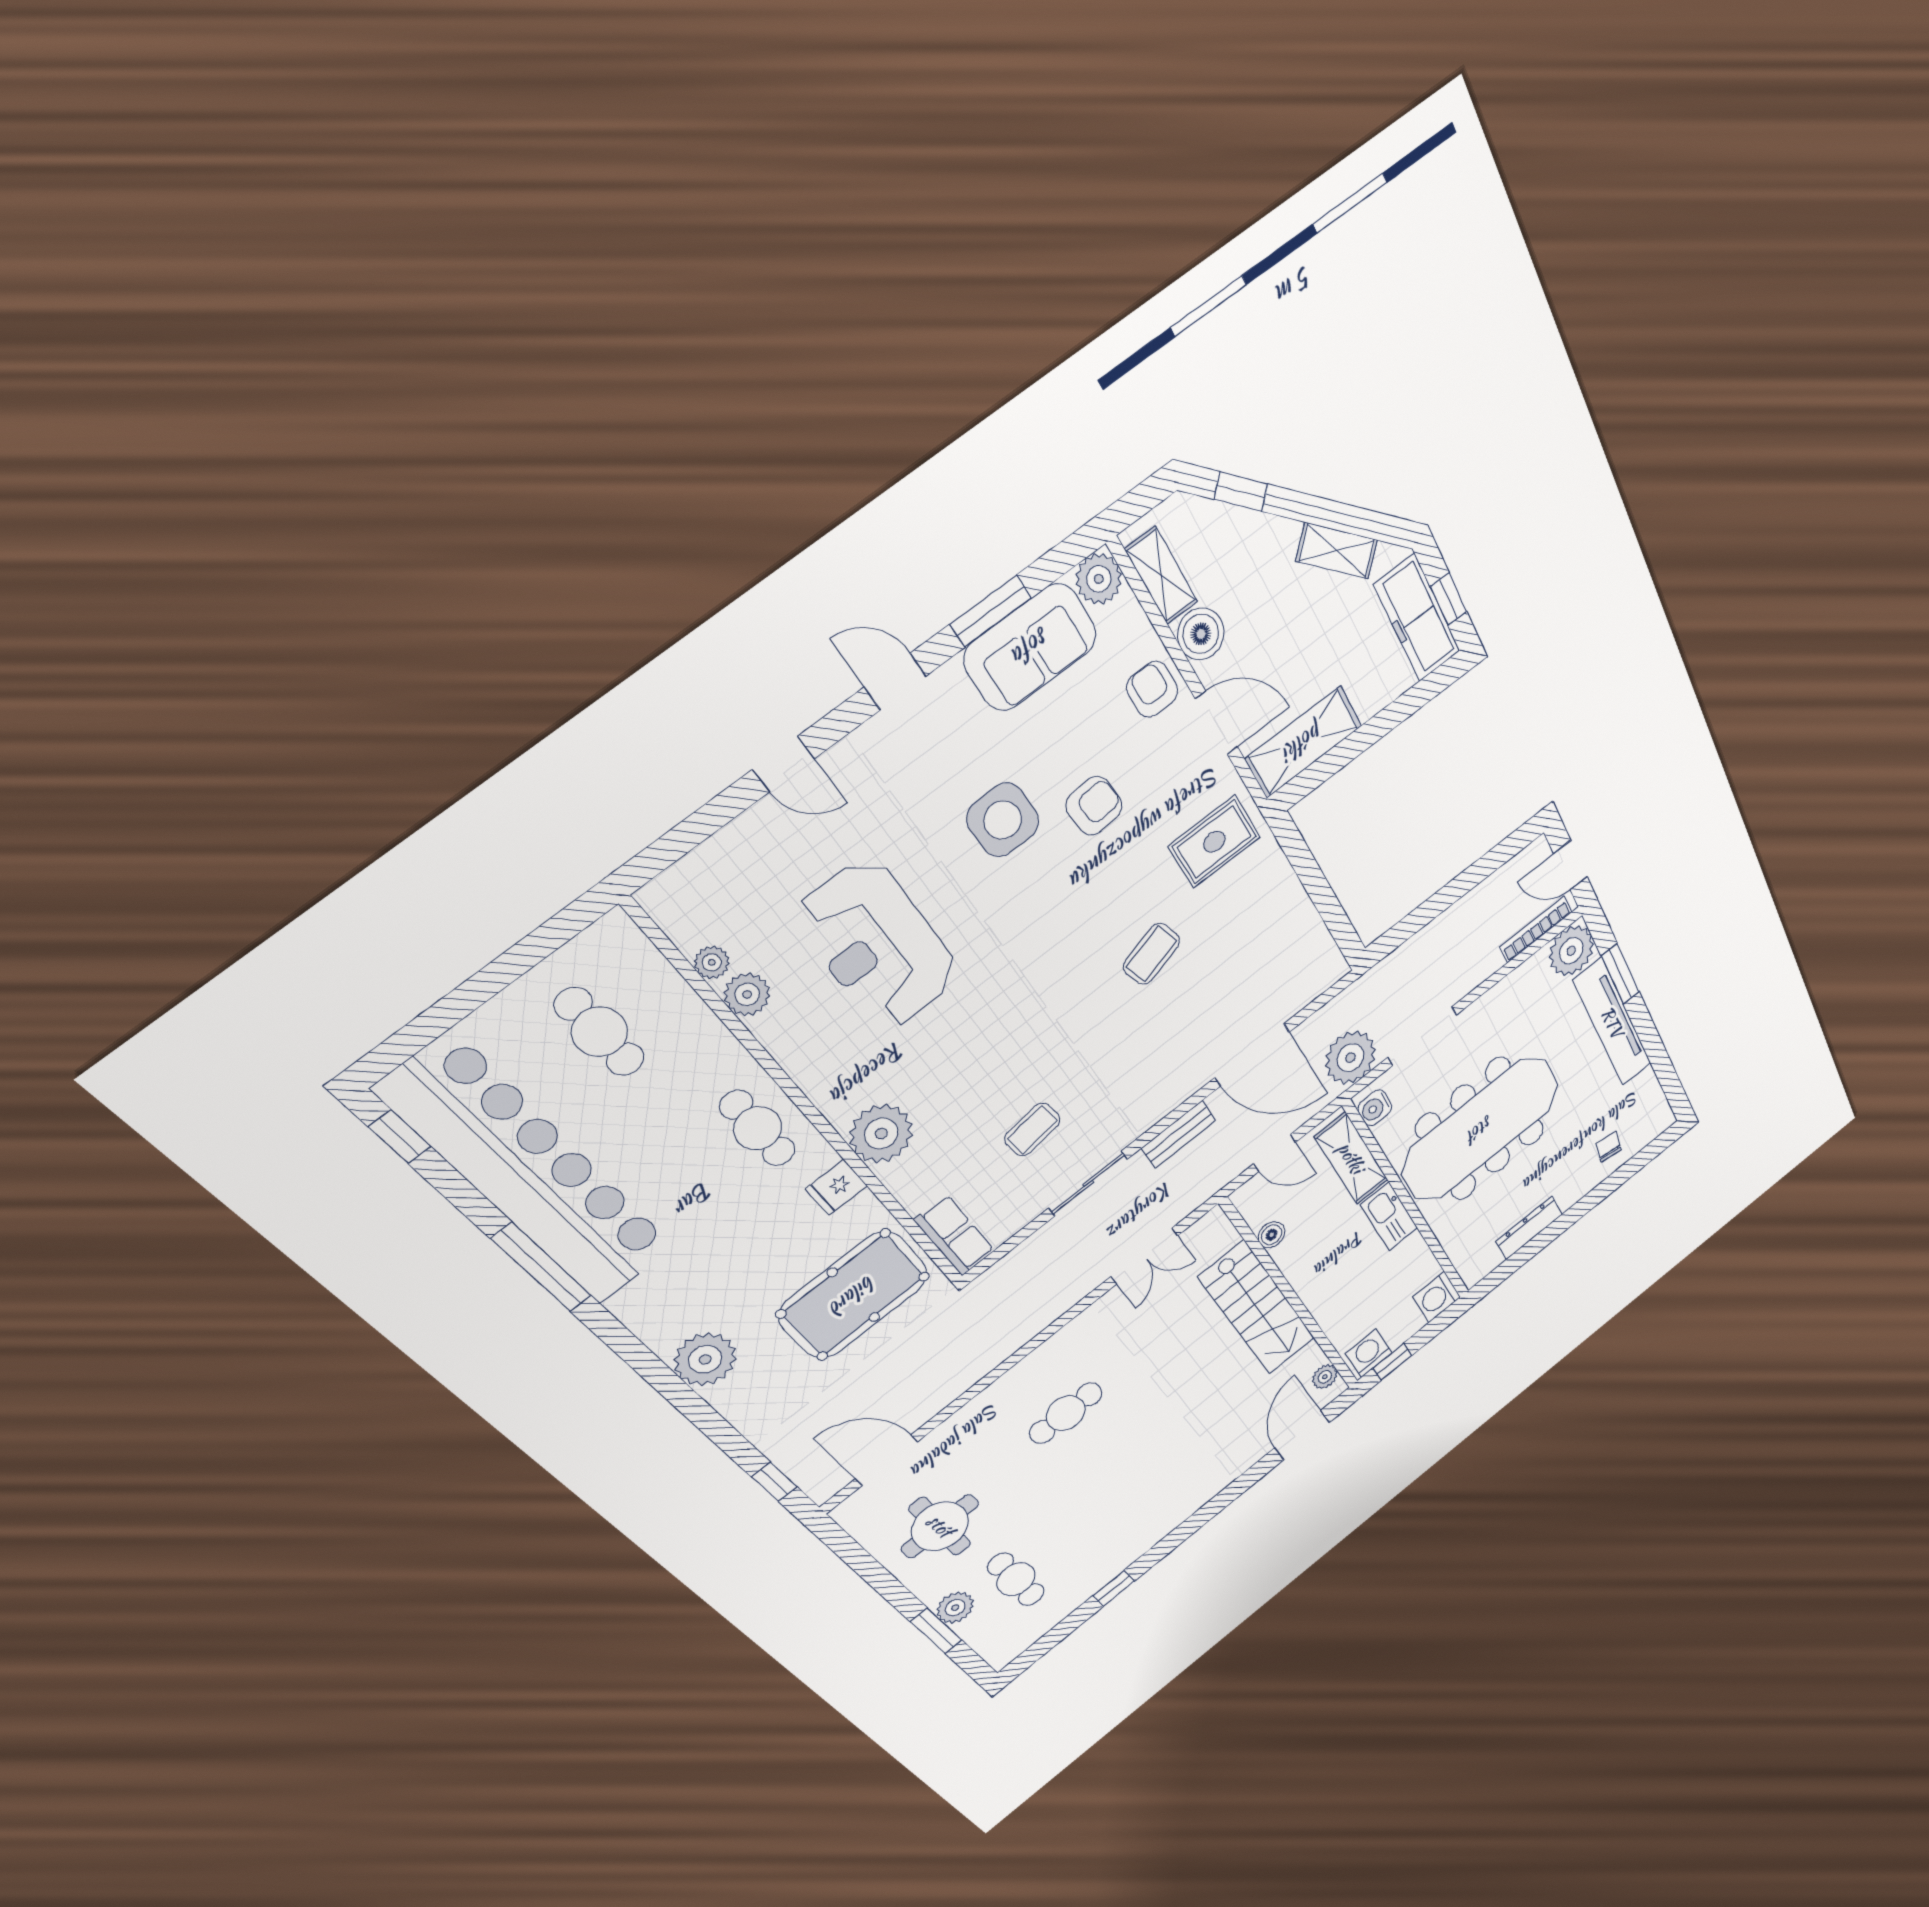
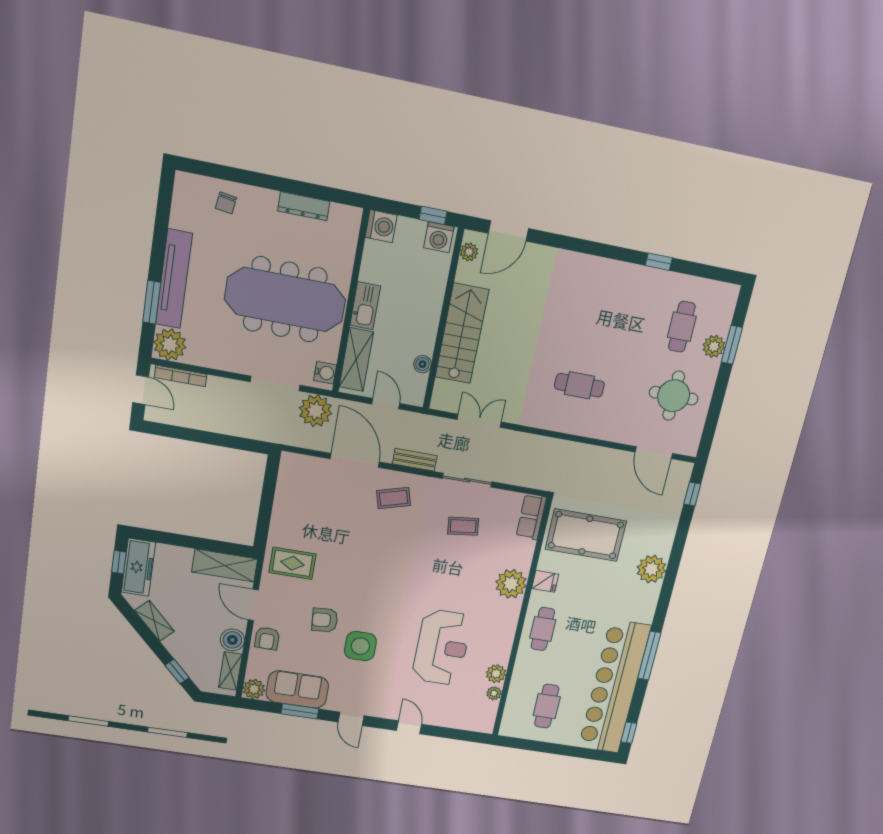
coffee table: (1152, 954) -> (394, 498), moved

